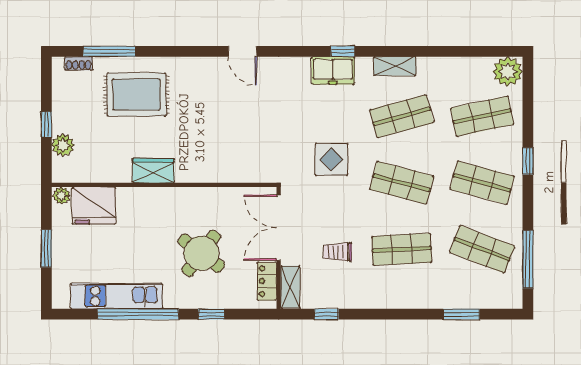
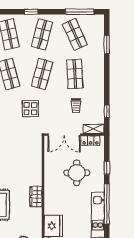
shop shelf: (482, 249) -> (75, 34), turned -45
round table: (201, 253) -> (77, 173), turned -37

